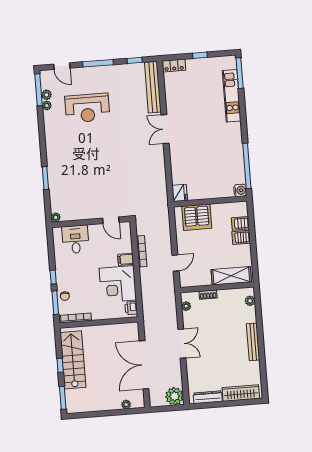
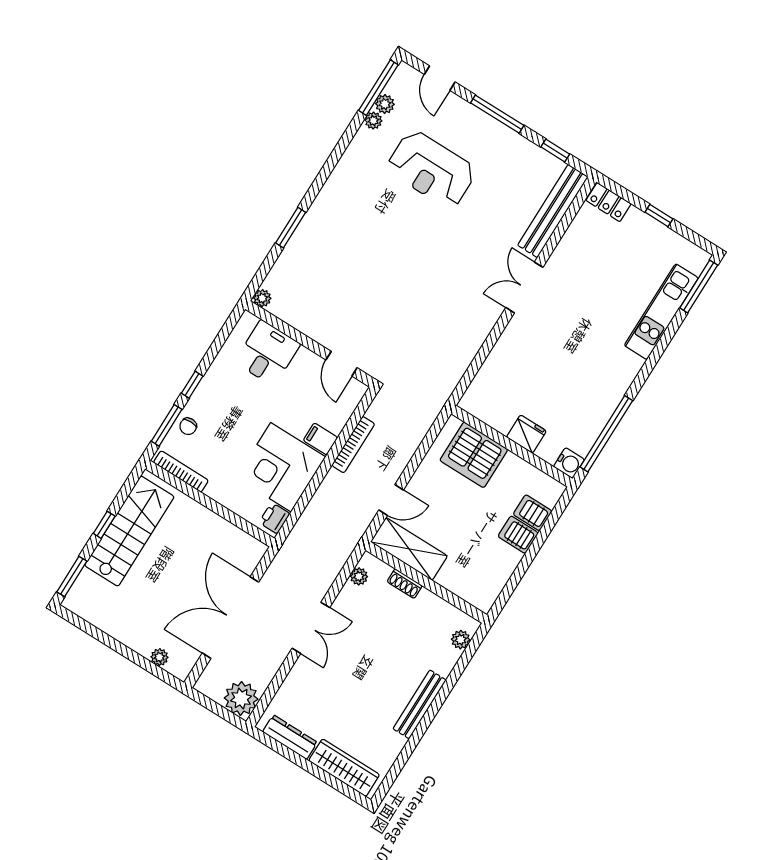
fridge: (180, 193) -> (526, 434), moved, turned -90
shelving: (231, 276) -> (409, 549), moved

